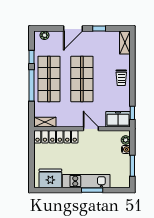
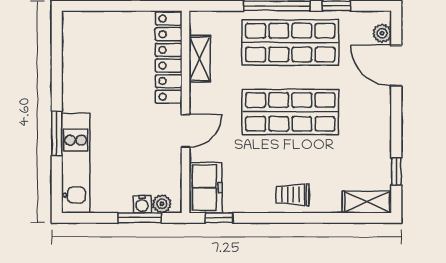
door: (73, 29) -> (396, 66), moved
window: (99, 29) -> (396, 171), moved
shelving: (45, 122) -> (200, 59), moved
window: (132, 166) -> (140, 218), moved
fridge: (50, 178) -> (81, 46), removed
kitchen unit: (86, 181) -> (76, 163), moved

